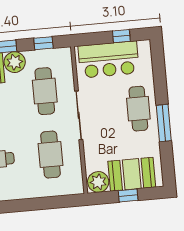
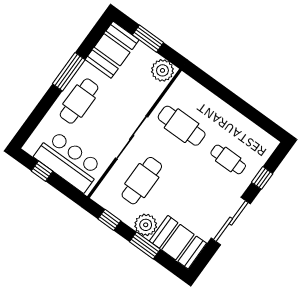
cafe table: (51, 155) -> (182, 126), turned 90
booth: (132, 174) -> (112, 50), moved, turned 90
window: (128, 196) -> (148, 39), width x1.50

